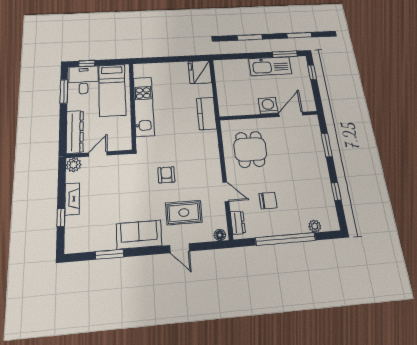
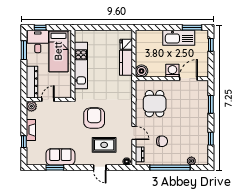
fridge: (200, 72) -> (126, 44), width x0.53, depth x0.75
boiler: (227, 109) -> (141, 71), added
kitchen counter: (206, 113) -> (126, 63), moved
armchair: (166, 175) -> (94, 118), width x1.88, depth x1.88
sofa: (139, 235) -> (60, 157), moved

